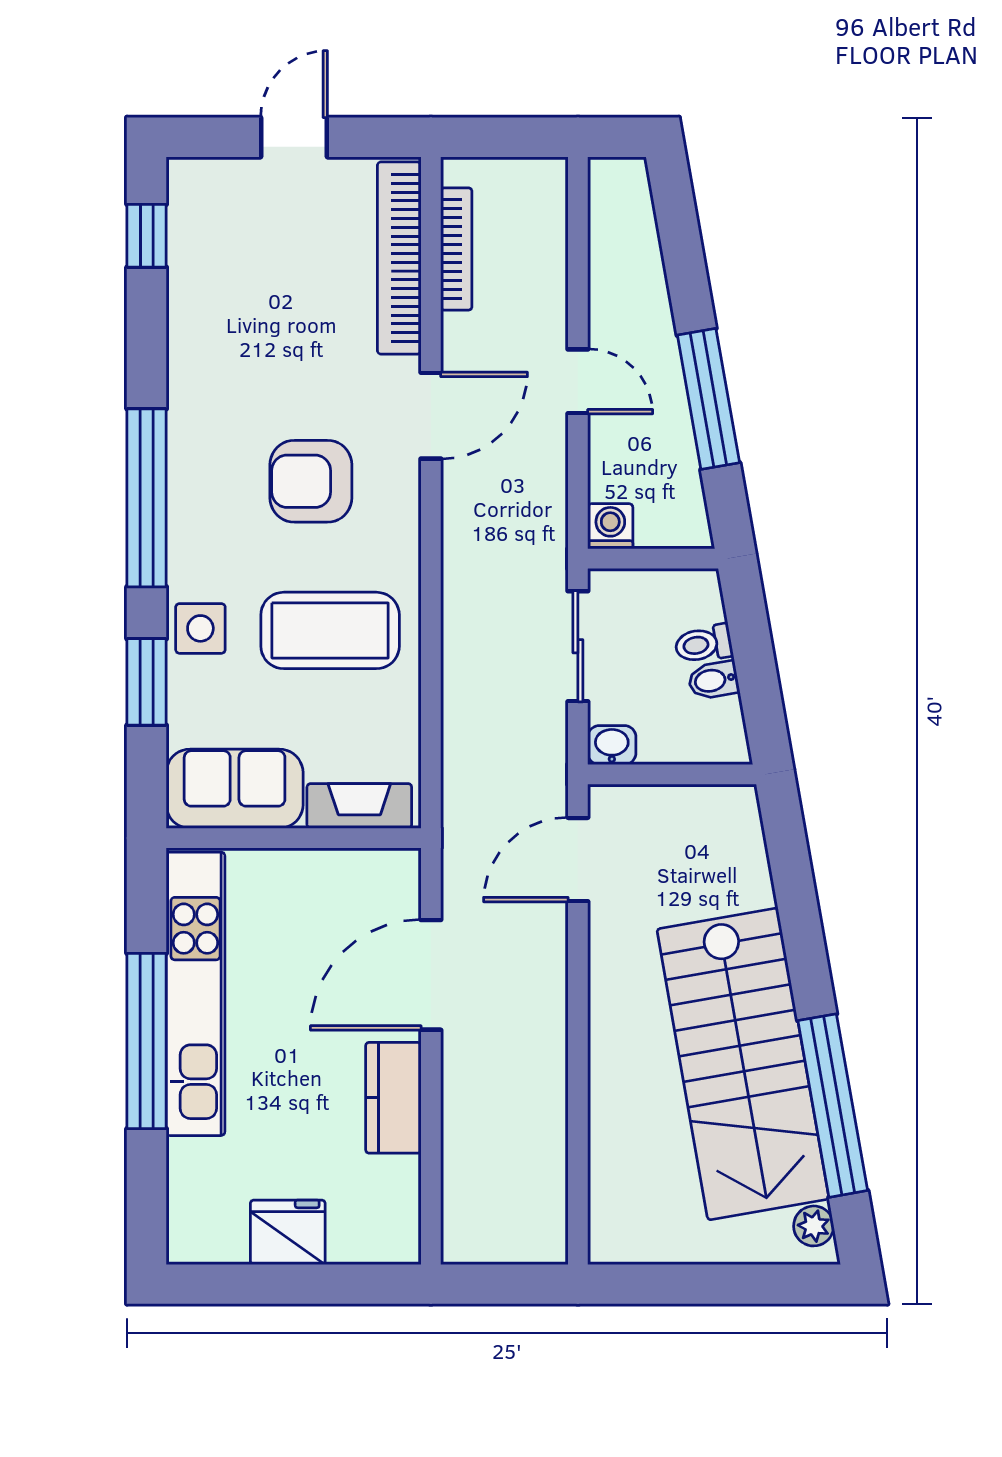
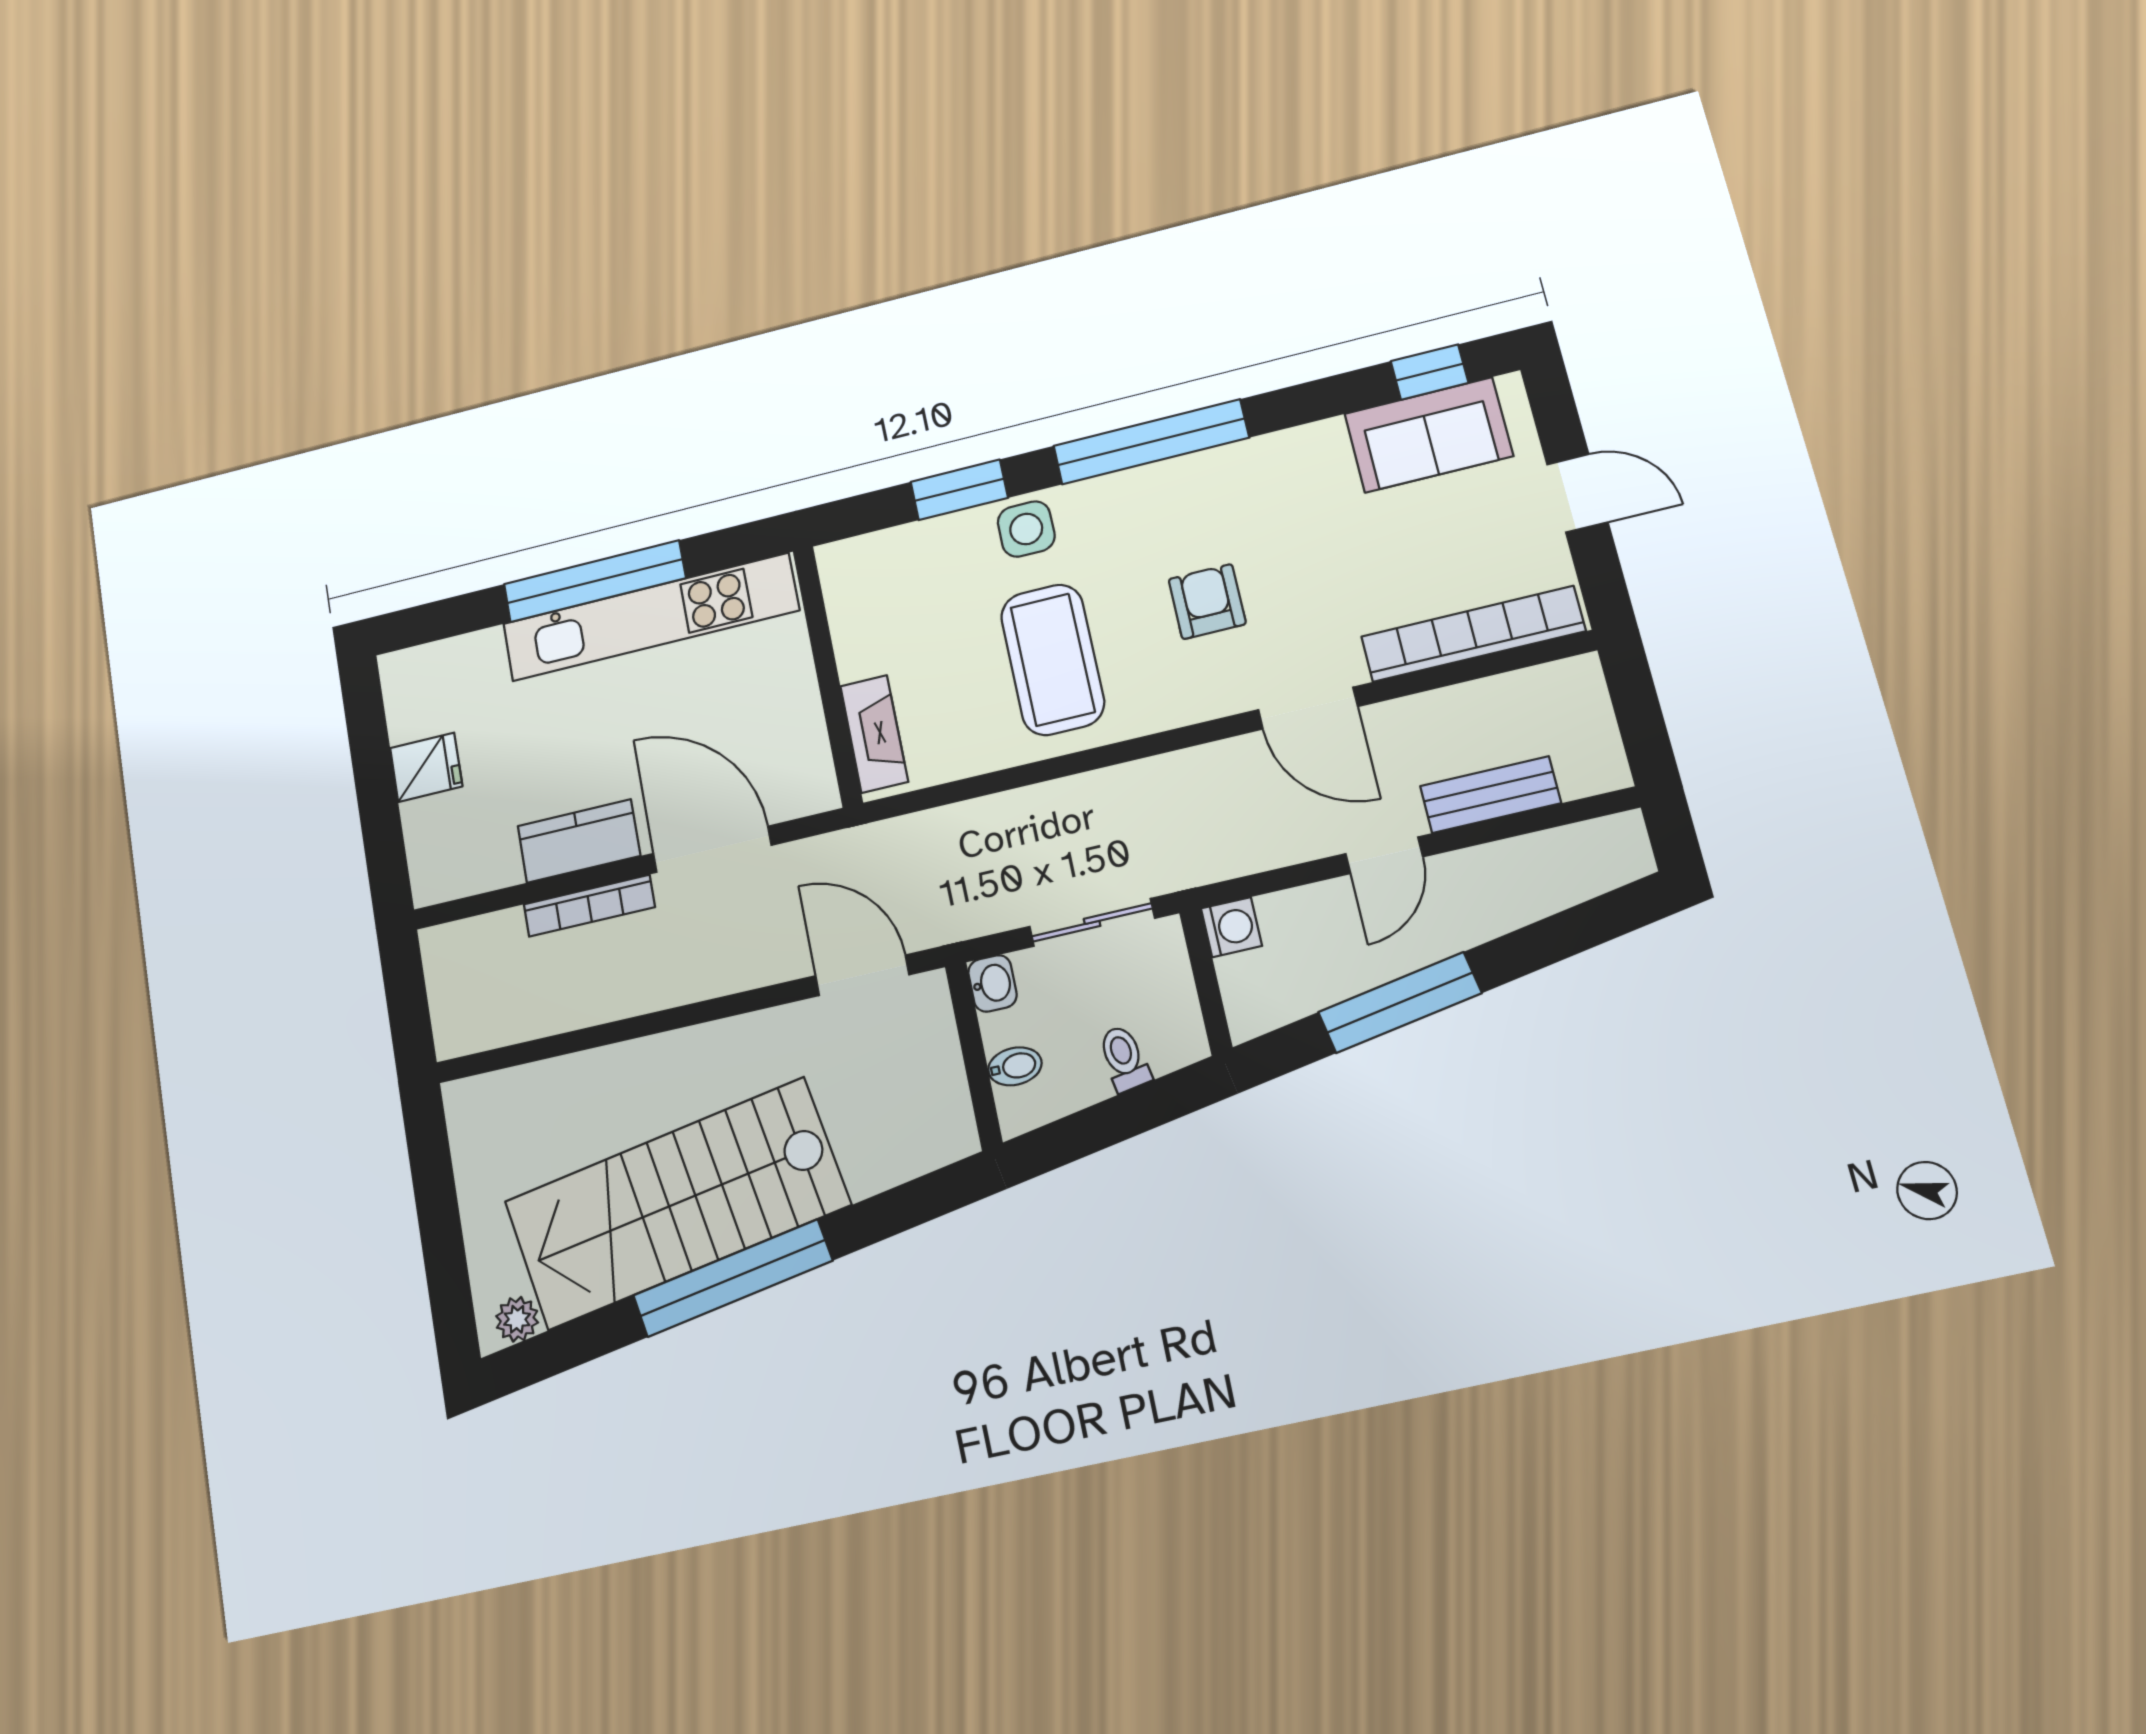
bookcase: (456, 249) -> (589, 906), moved
bench: (546, 279) -> (1490, 795), added
armchair: (311, 481) -> (1207, 602), width x0.72, depth x0.72
bidet: (713, 680) -> (1015, 1066), moved, turned 100
sofa: (235, 789) -> (1429, 435), moved, turned 90
window: (833, 1106) -> (733, 1278), moved
fridge: (288, 1232) -> (426, 767), width x0.72

